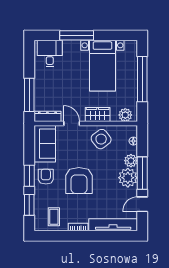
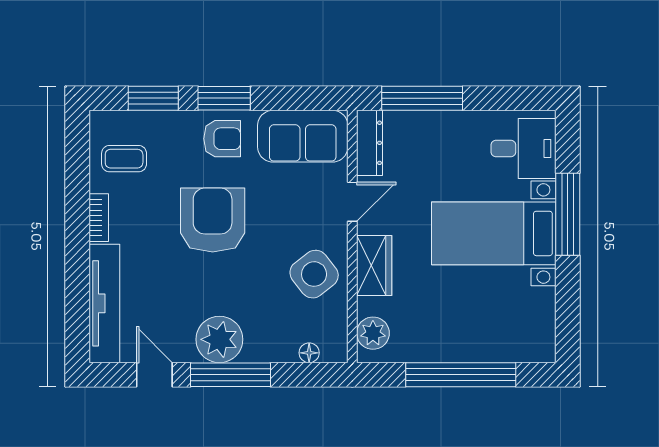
bed with nightstands: (102, 66) -> (494, 233), moved
plant: (131, 161) -> (261, 347), removed
armchair: (79, 181) -> (213, 220), turned 90

